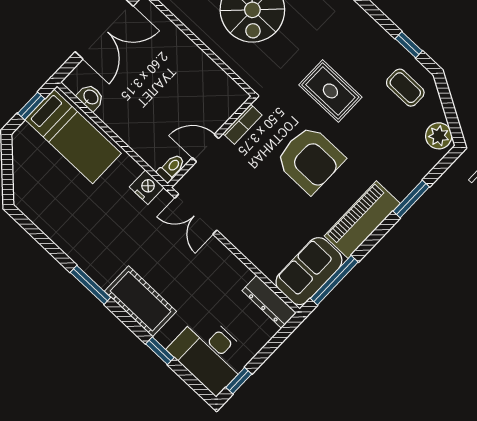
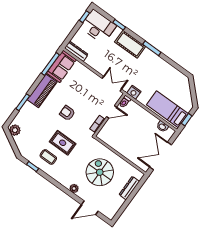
coffee table: (405, 88) -> (48, 157), moved
armchair: (310, 159) -> (67, 113), width x0.53, depth x0.53

